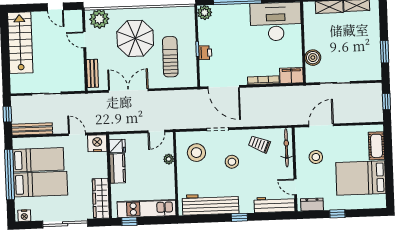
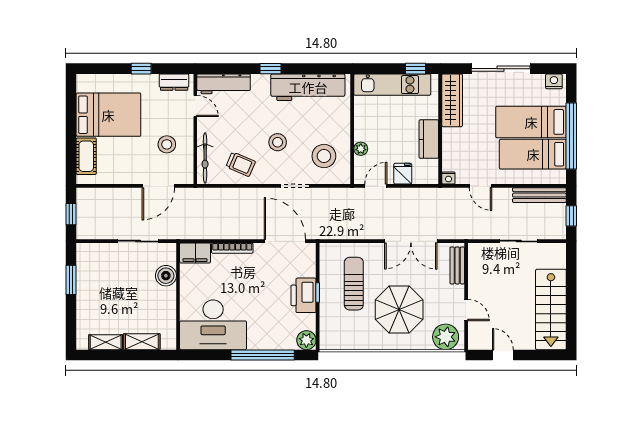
printer: (205, 53) -> (304, 295), width x1.87, depth x1.48
sun lounger: (170, 57) -> (354, 284), turned 180
nightstand: (97, 143) -> (448, 178), width x0.53, depth x0.56
fridge: (117, 146) -> (403, 174), moved, turned 90

